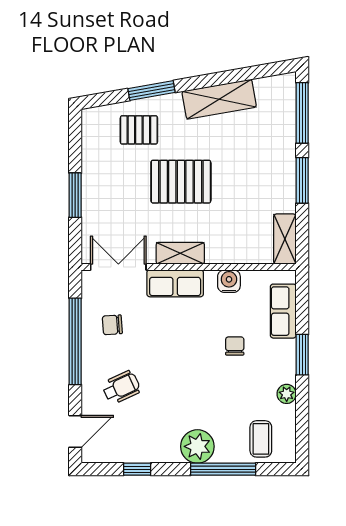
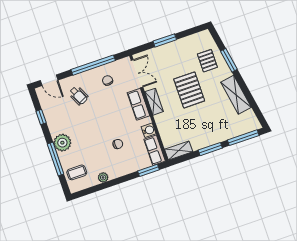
row of seats: (283, 311) -> (155, 150), moved, turned -90
window: (302, 355) -> (148, 170), moved

